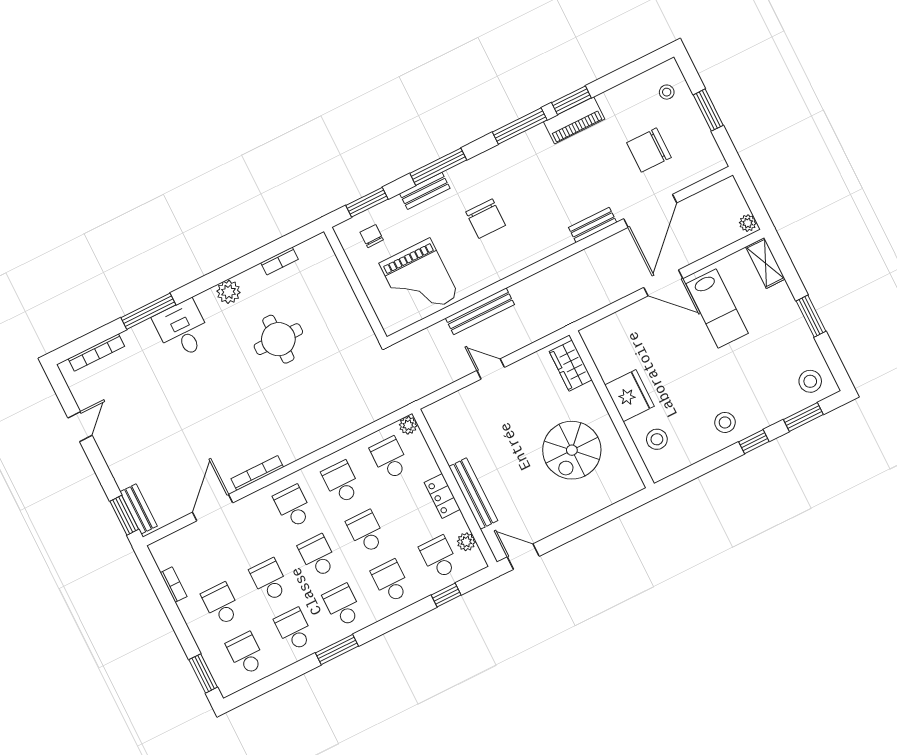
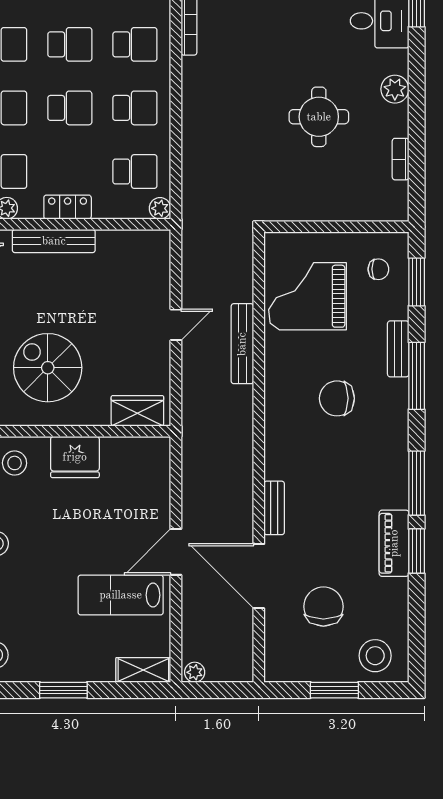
stool: (667, 92) -> (375, 656), width x1.89, depth x1.89

